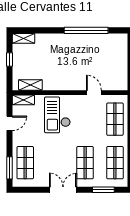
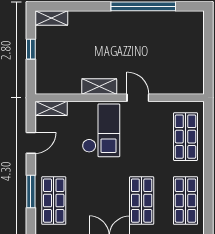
shelving: (30, 85) -> (99, 86), moved
door: (94, 93) -> (138, 98), moved
checkout: (57, 115) -> (101, 130), turned 180
window: (10, 168) -> (31, 191), moved

